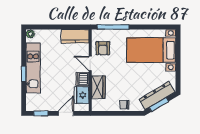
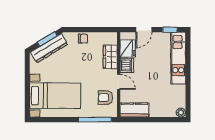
armchair: (103, 48) -> (105, 98), turned -90
kitchen unit: (33, 68) -> (178, 58), moved
window: (24, 74) -> (188, 71), removed

